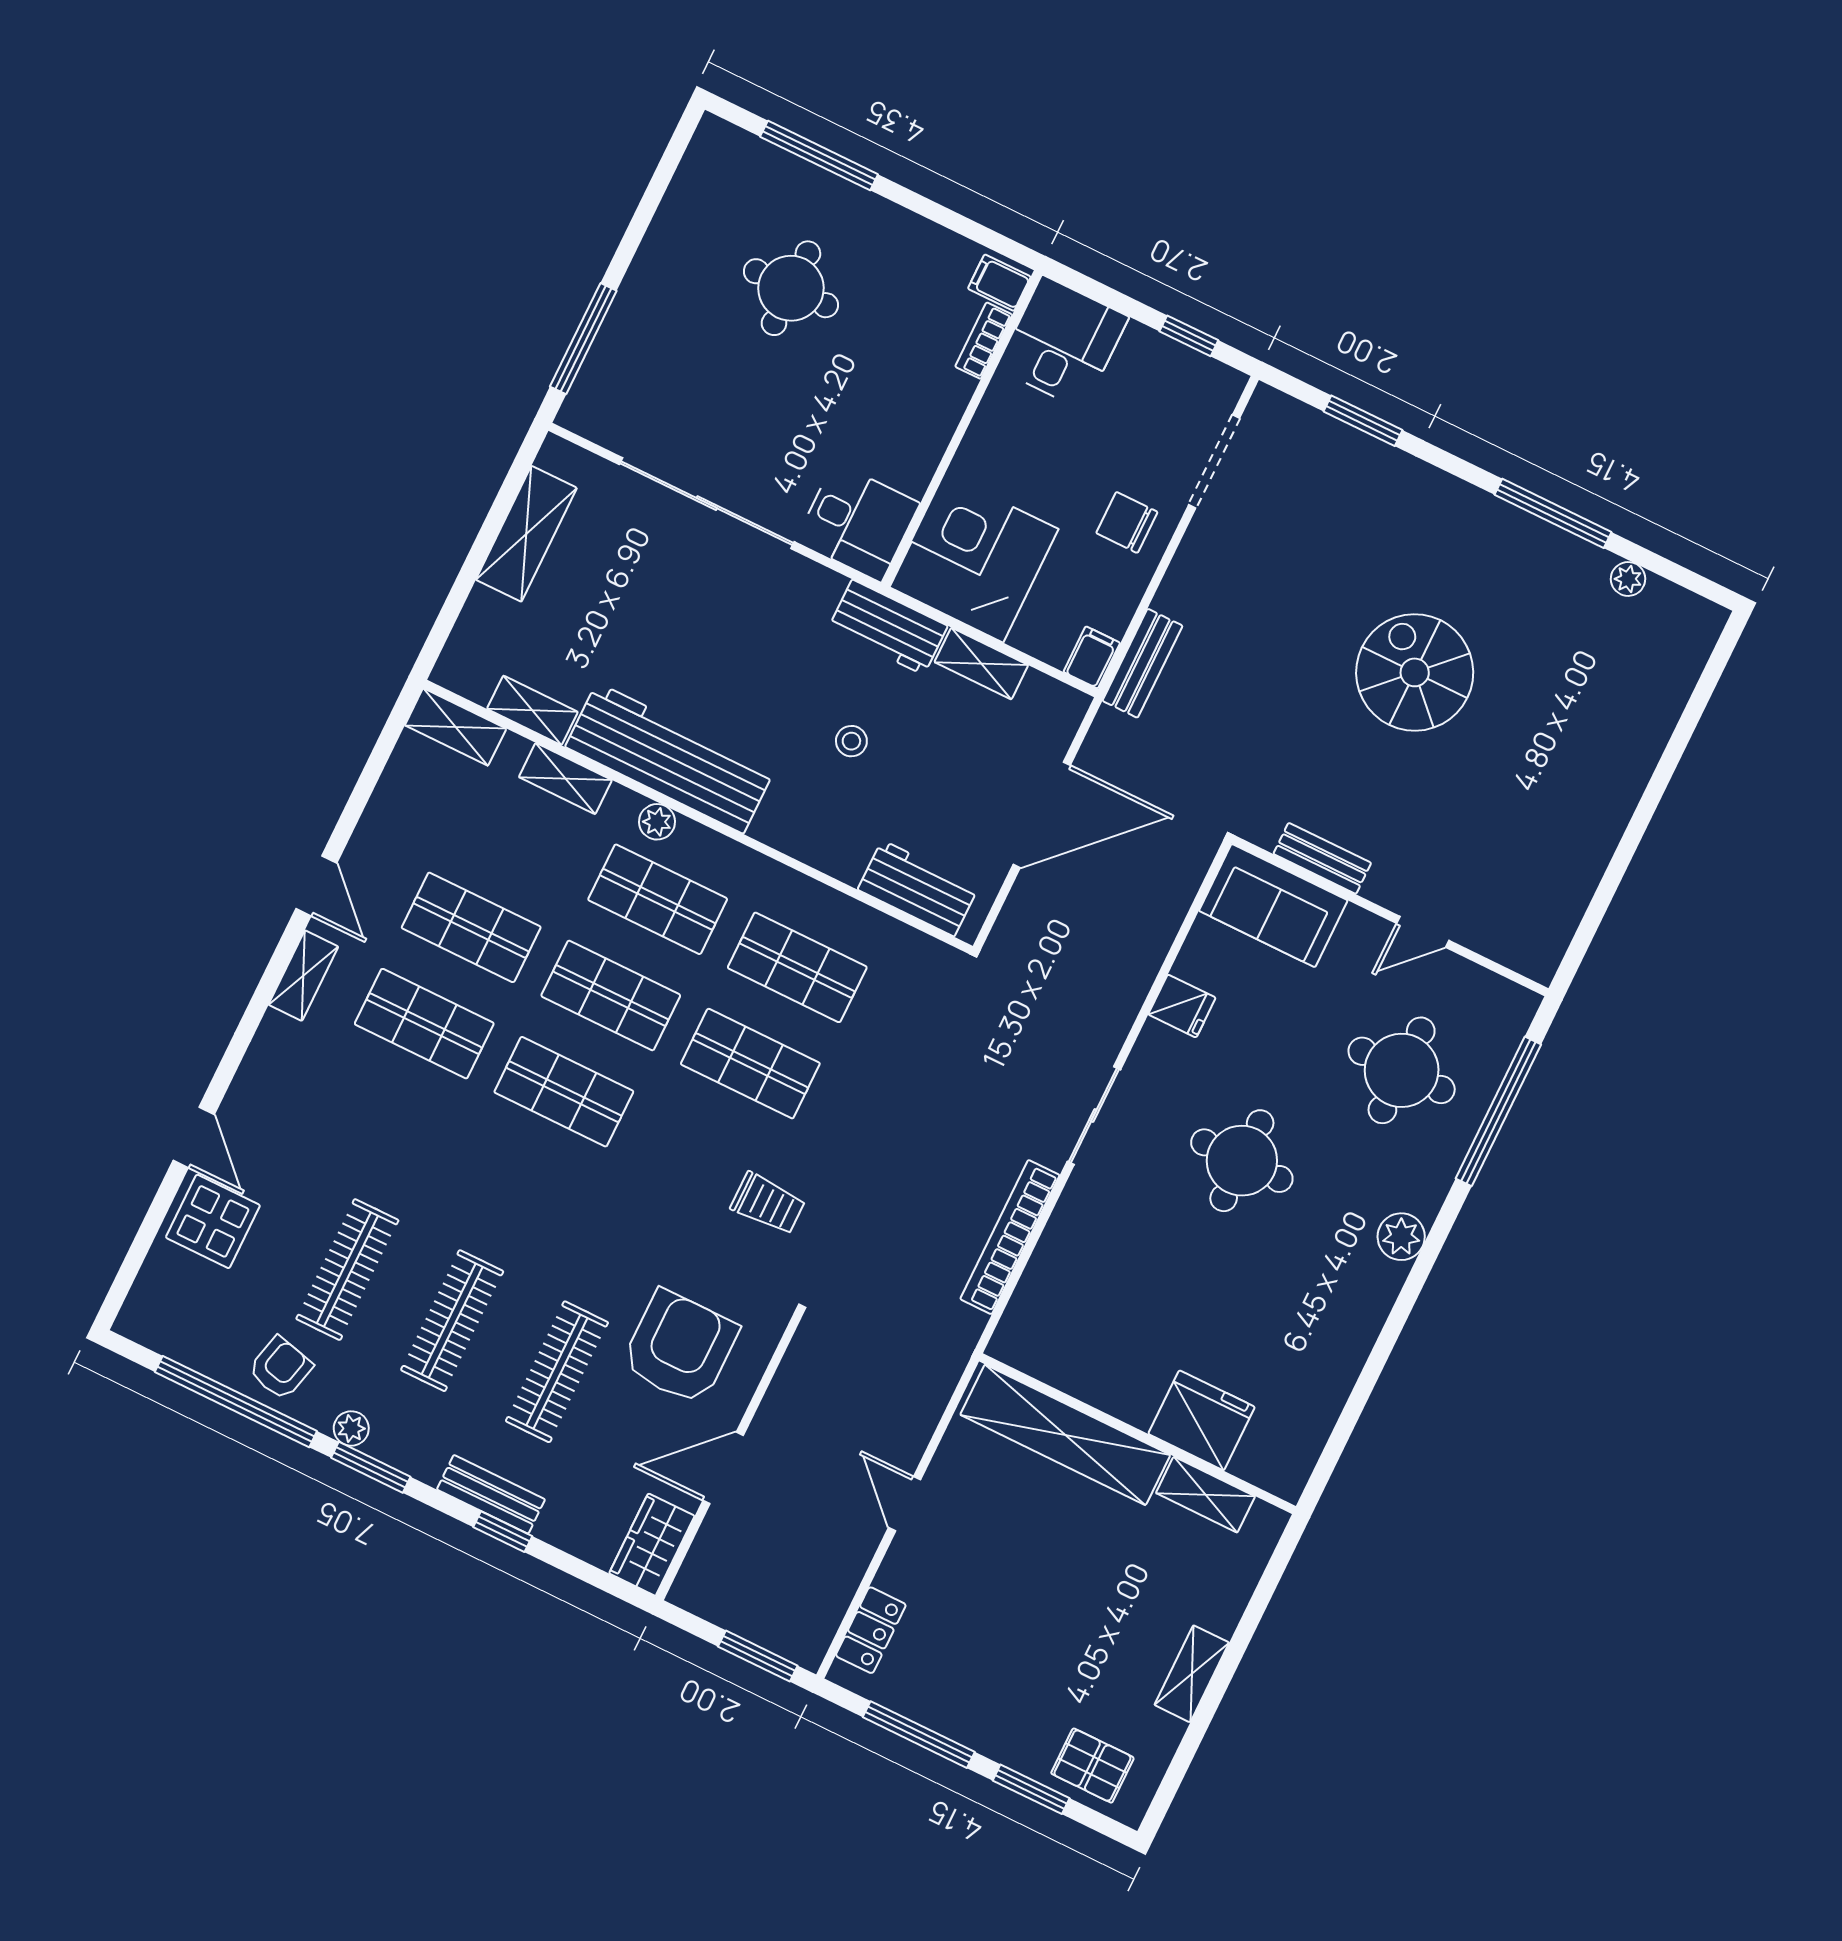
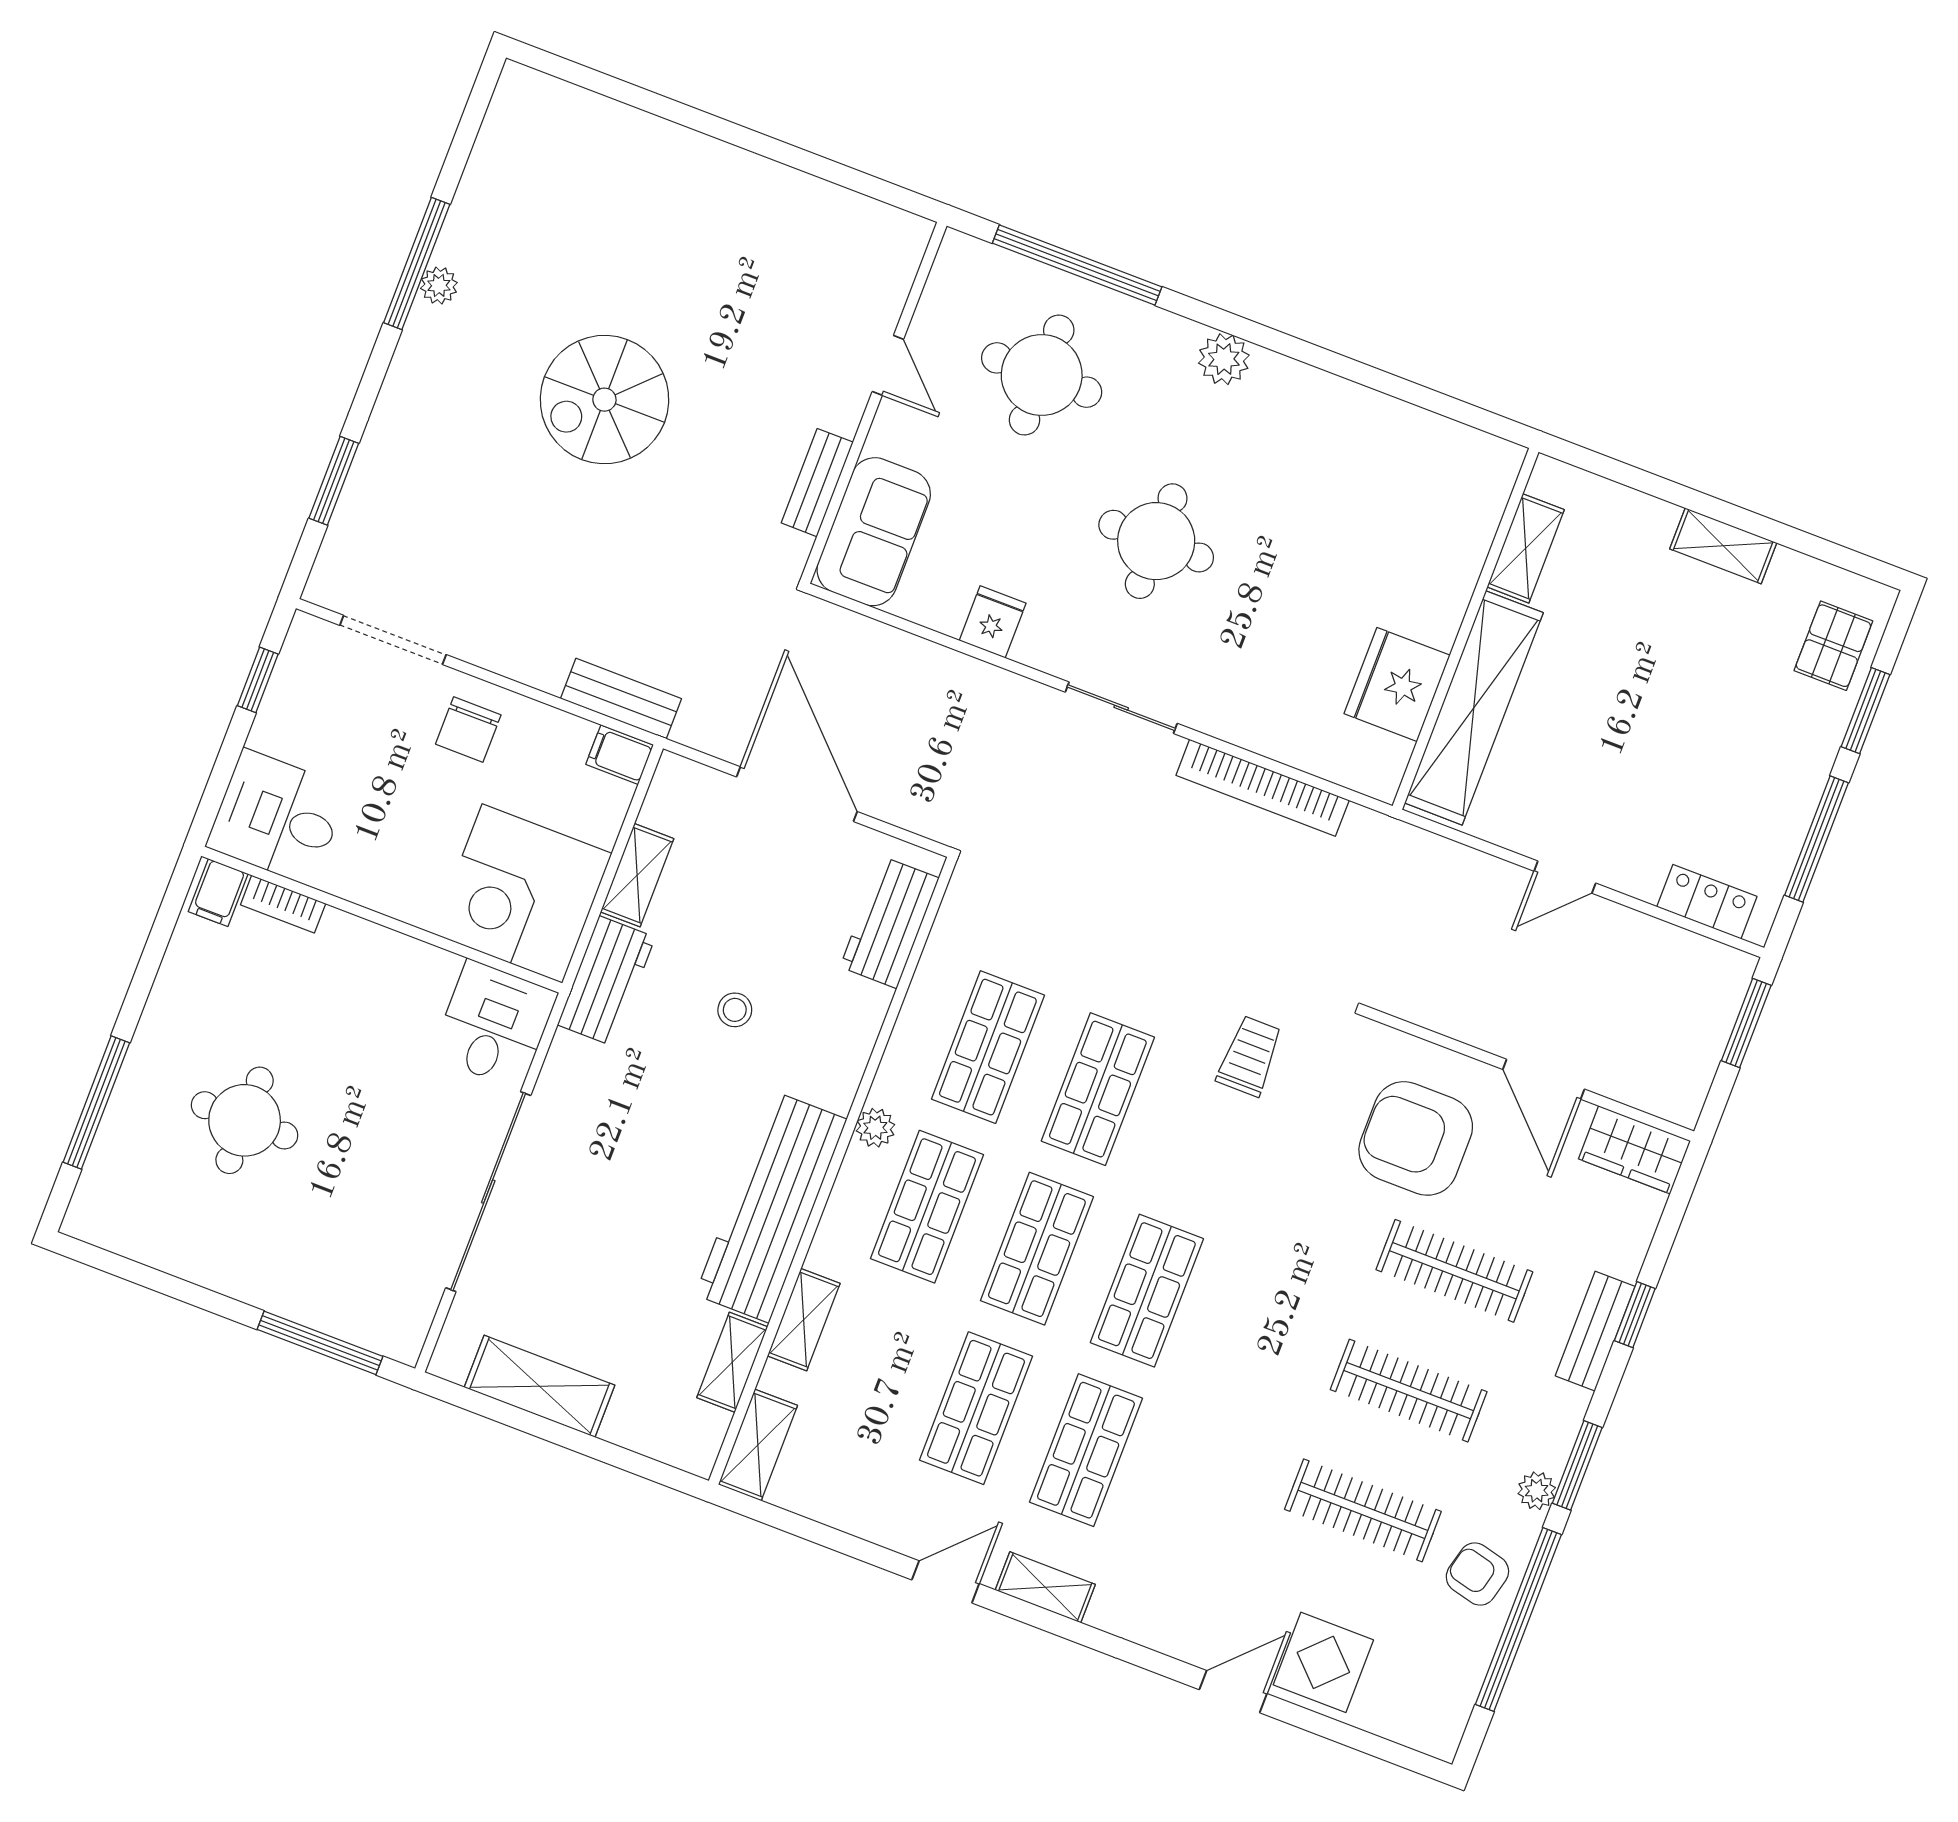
plant: (1628, 579) -> (439, 286), moved
plant: (657, 822) -> (875, 1128), moved
fridge: (1202, 1420) -> (1397, 684), moved

